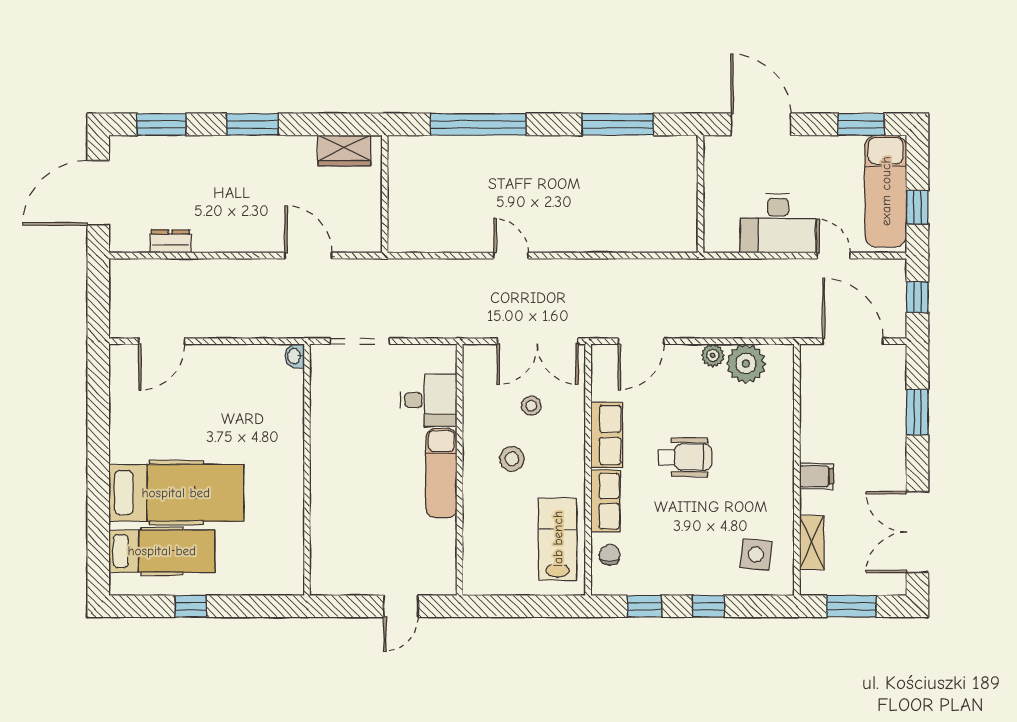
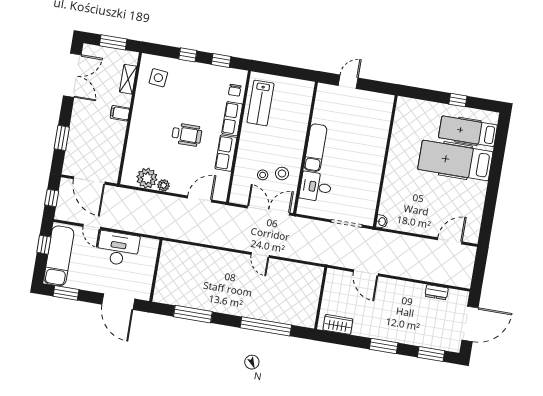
double door: (538, 341) -> (269, 210), moved
wheelchair: (685, 457) -> (187, 135), turned 180
stool: (512, 459) -> (282, 173), moved

